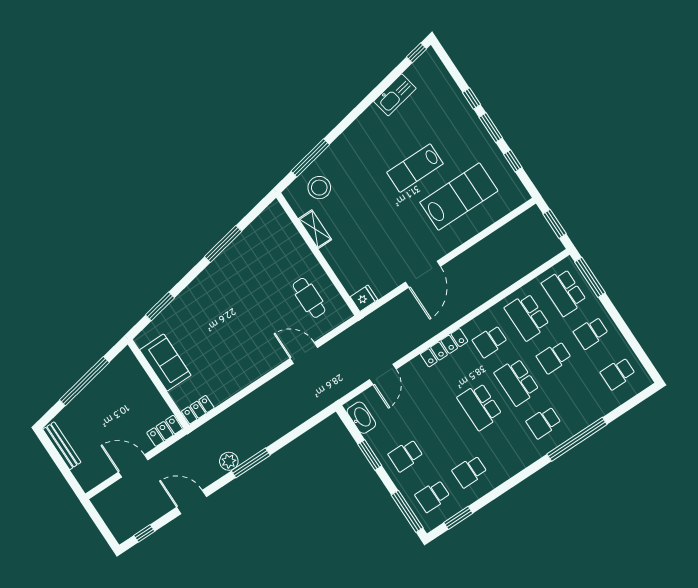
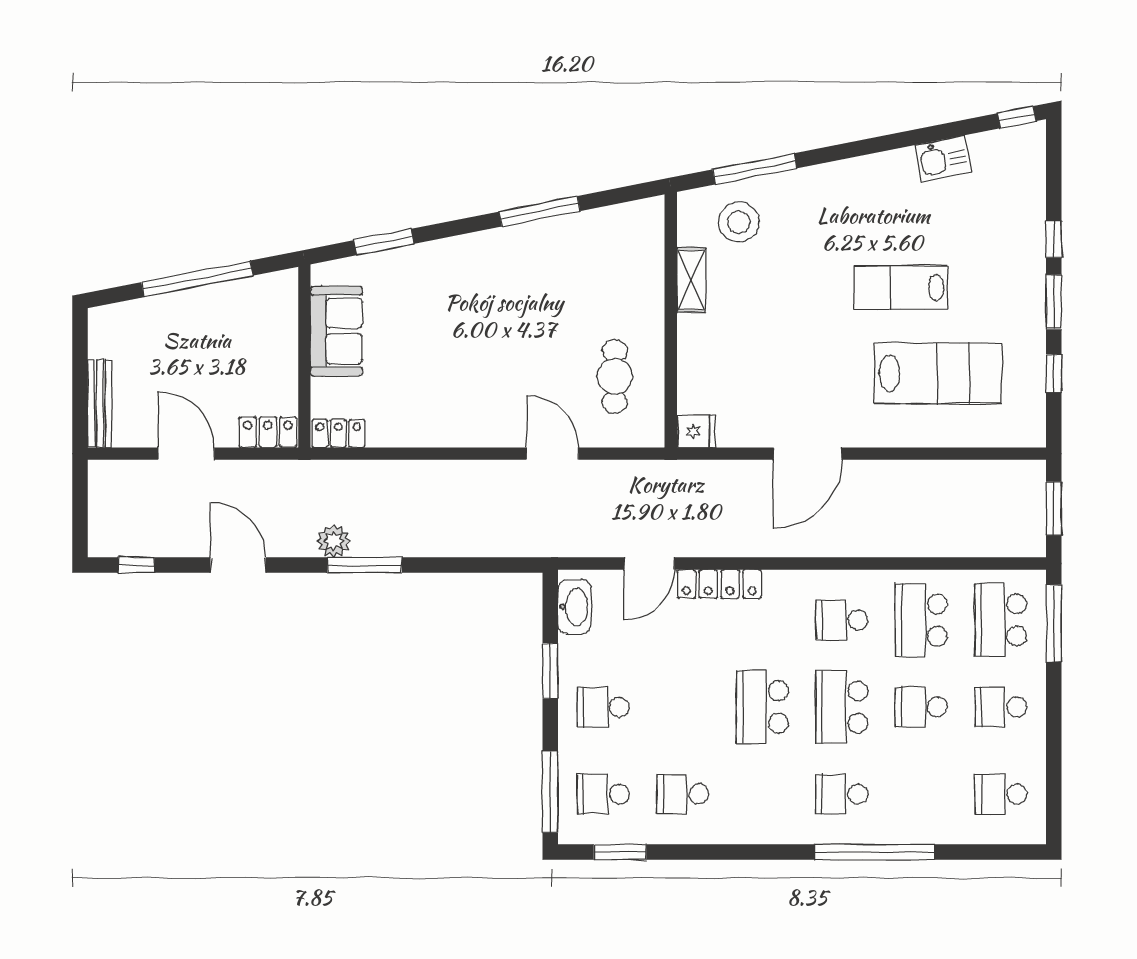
kitchen sink: (395, 95) -> (943, 158), width x0.73
locker: (444, 348) -> (719, 584), moved
bench: (62, 446) -> (100, 404), moved

